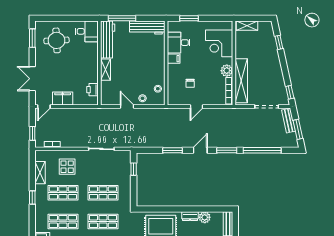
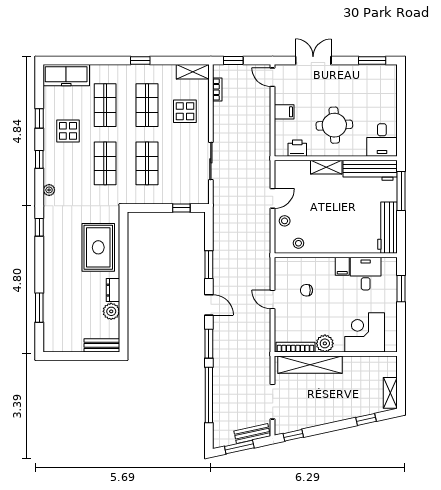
shelving: (247, 26) -> (390, 393), moved
round table: (57, 40) -> (334, 125), moved
filing cabinet: (63, 99) -> (284, 112), width x0.50
shelving: (40, 173) -> (193, 72), moved

